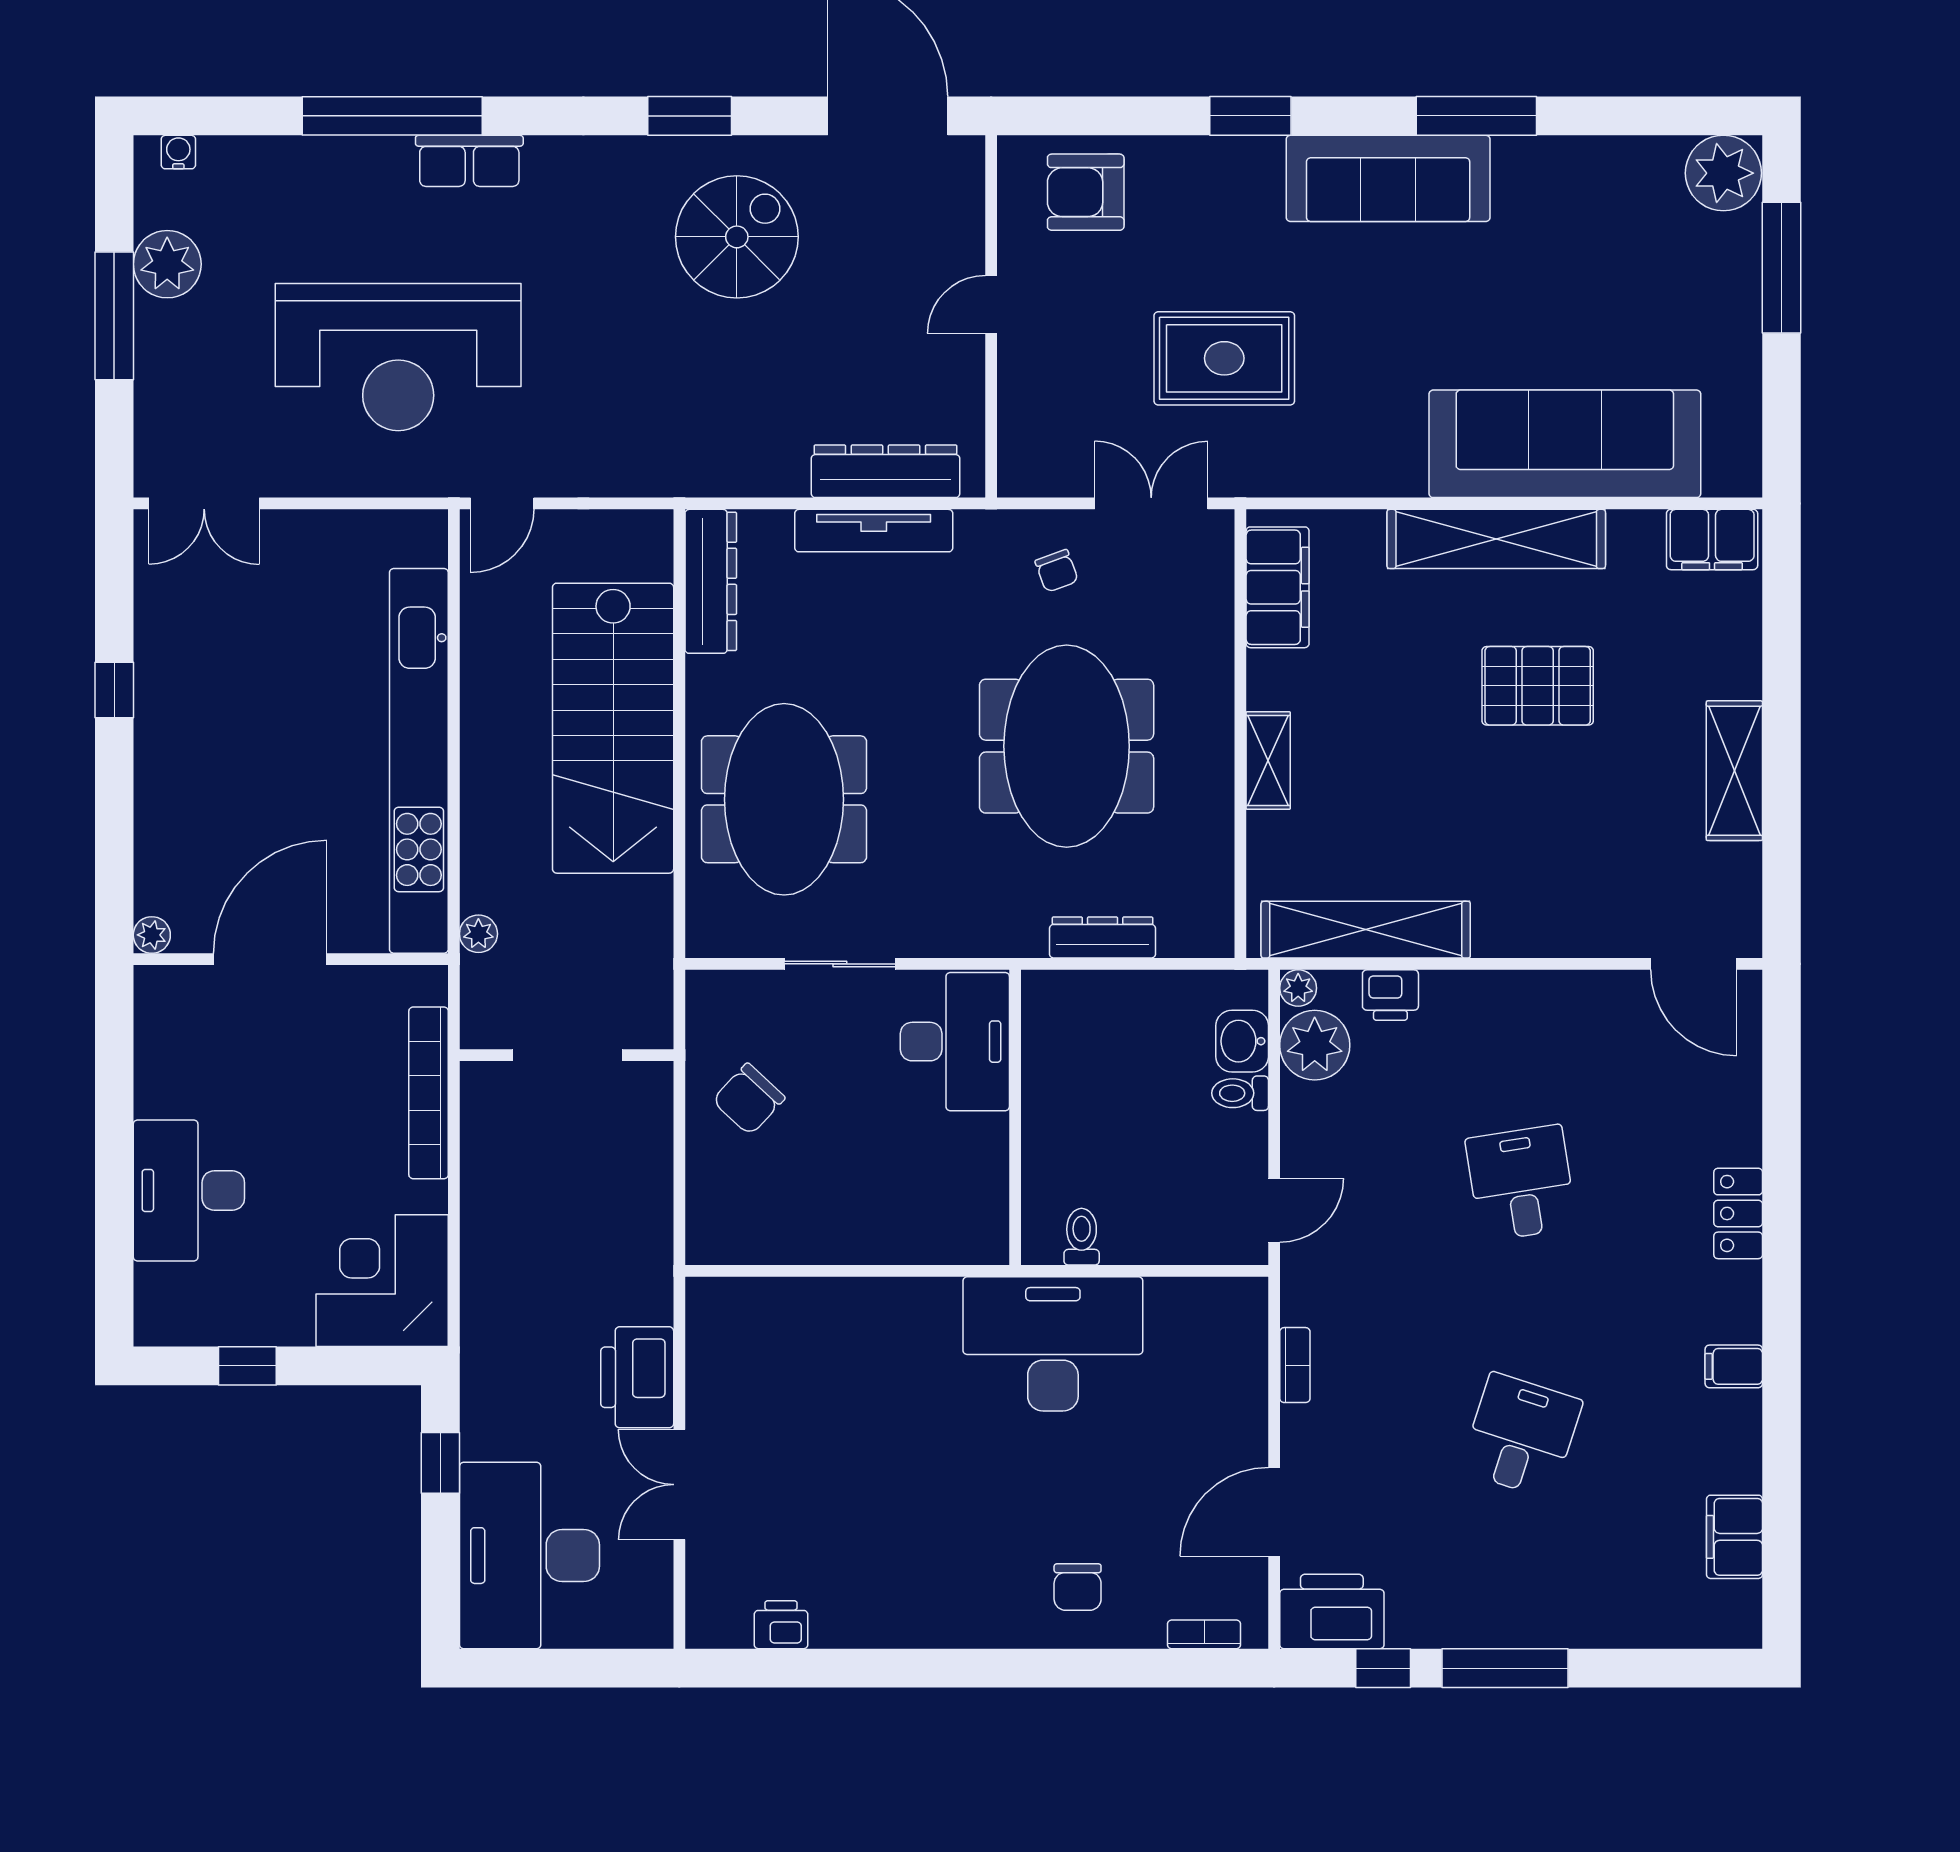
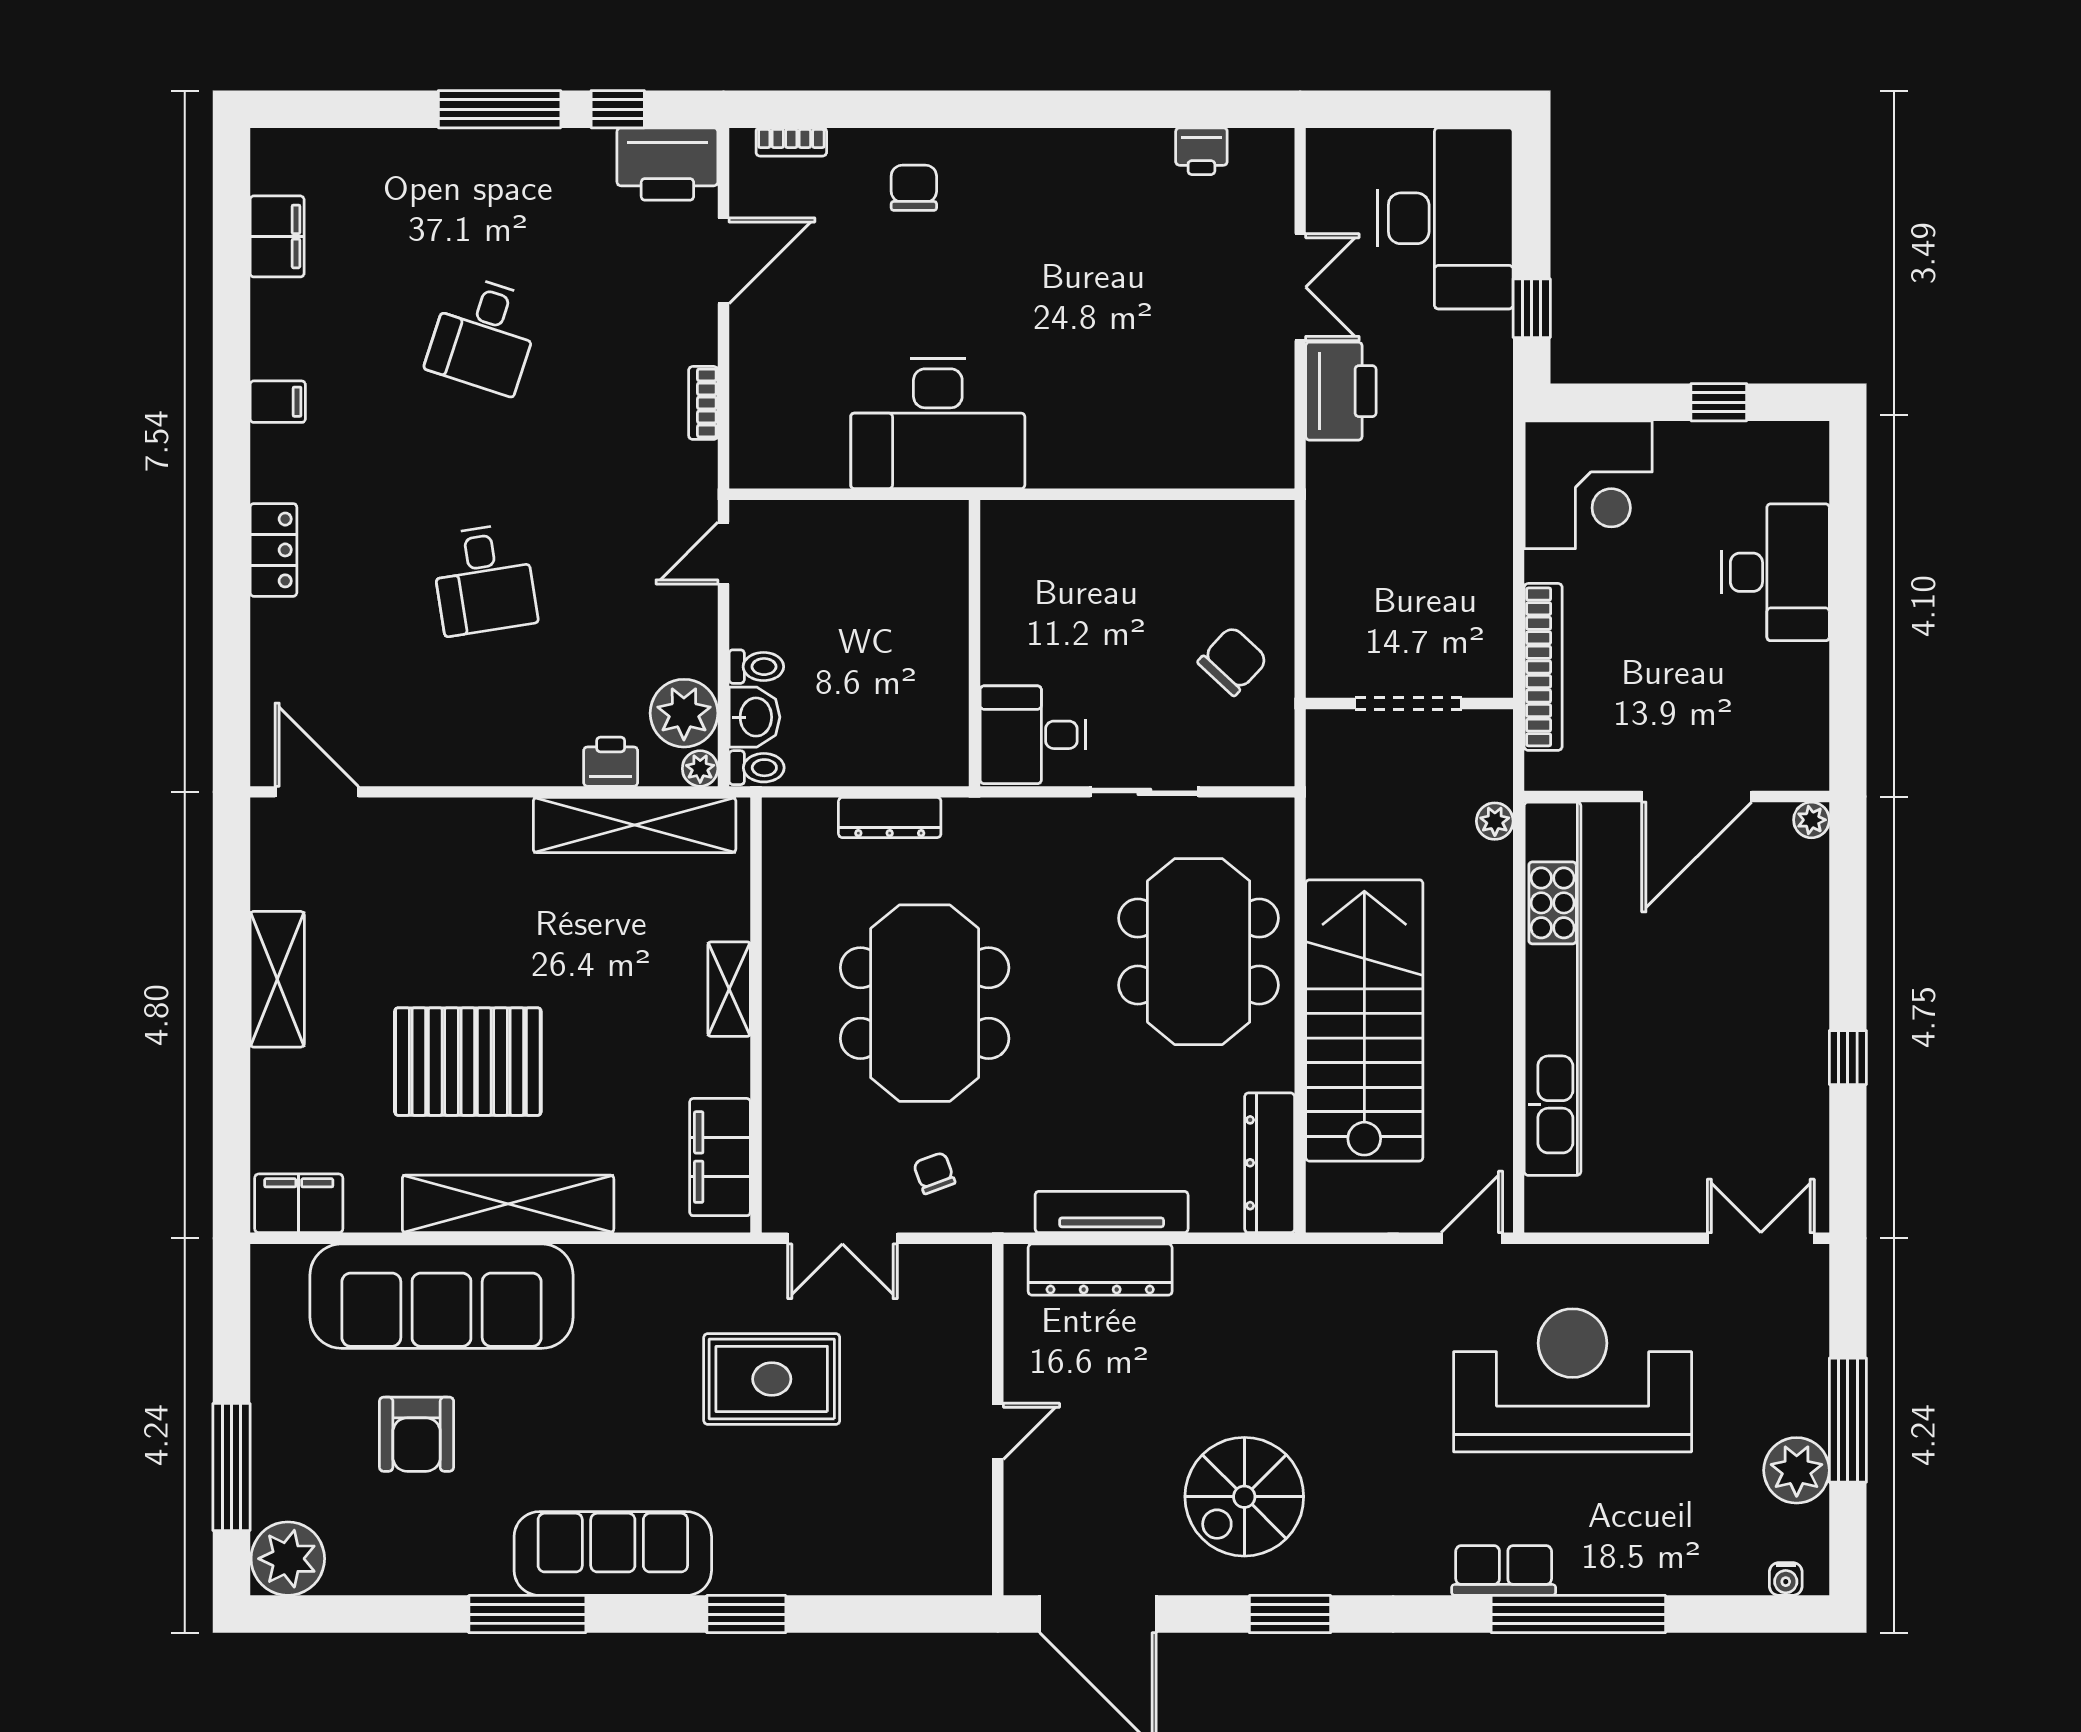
armchair: (1086, 192) -> (417, 1434), moved, turned 90
pallet: (1538, 686) -> (468, 1062), width x1.37, depth x1.41
desk: (955, 1042) -> (1033, 735), width x0.73
toilet: (1082, 1237) -> (757, 768), moved, turned -90

